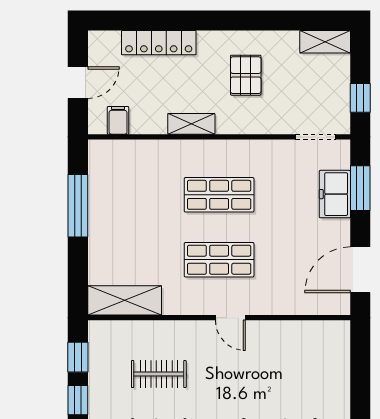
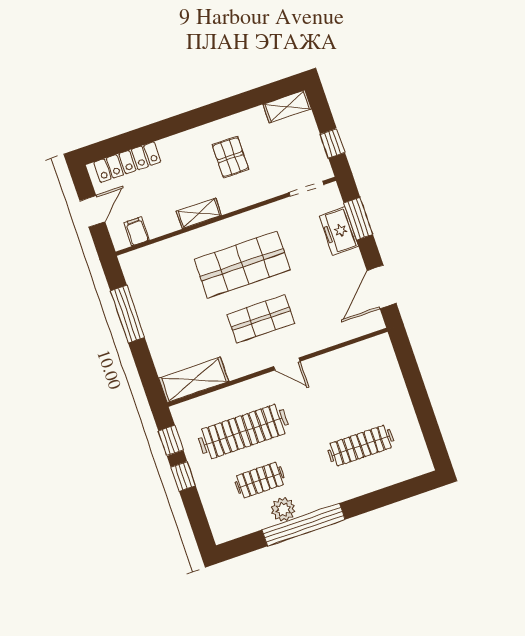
locker: (159, 43) -> (127, 162), moved
shop shelf: (219, 195) -> (242, 265), width x1.43, depth x1.36
clothes rail: (159, 374) -> (243, 432), width x1.86, depth x1.31

